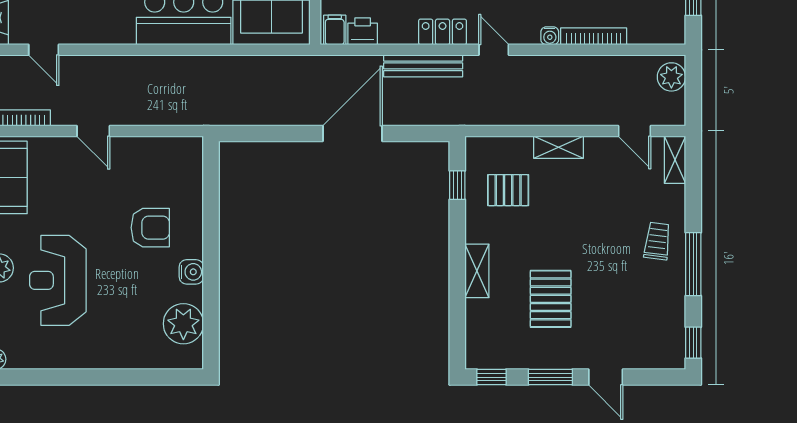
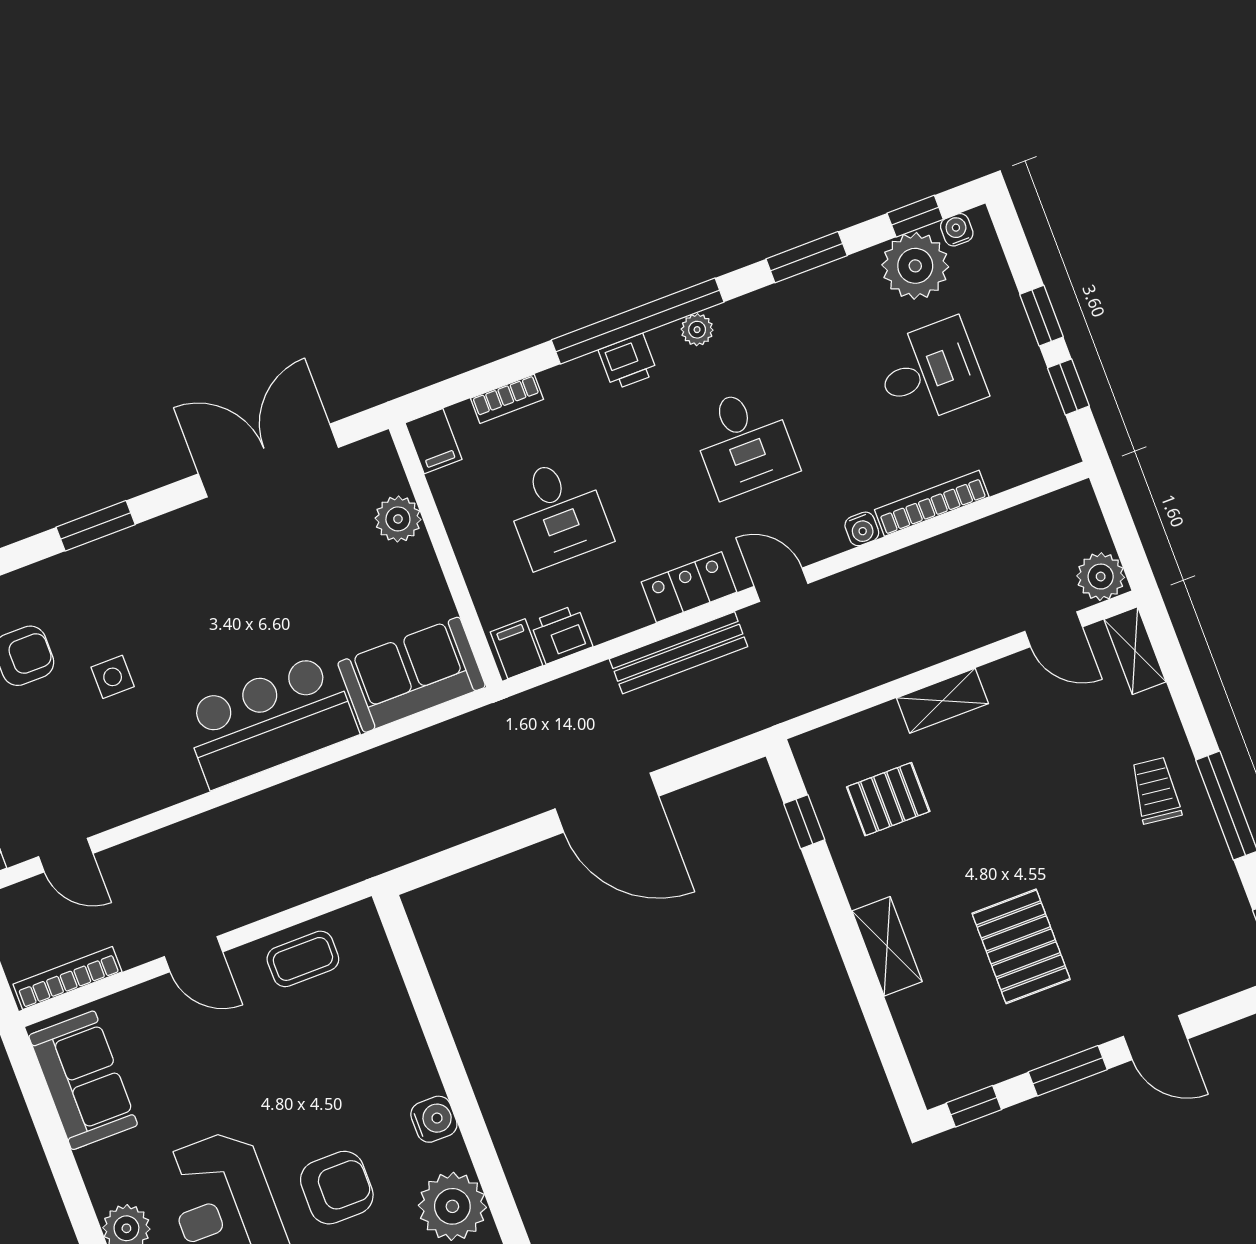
plant: (671, 77) -> (1101, 577), moved
door: (352, 133) -> (607, 803), swing flipped
coffee table: (153, 156) -> (303, 959), added
armchair: (150, 228) -> (337, 1188), moved

